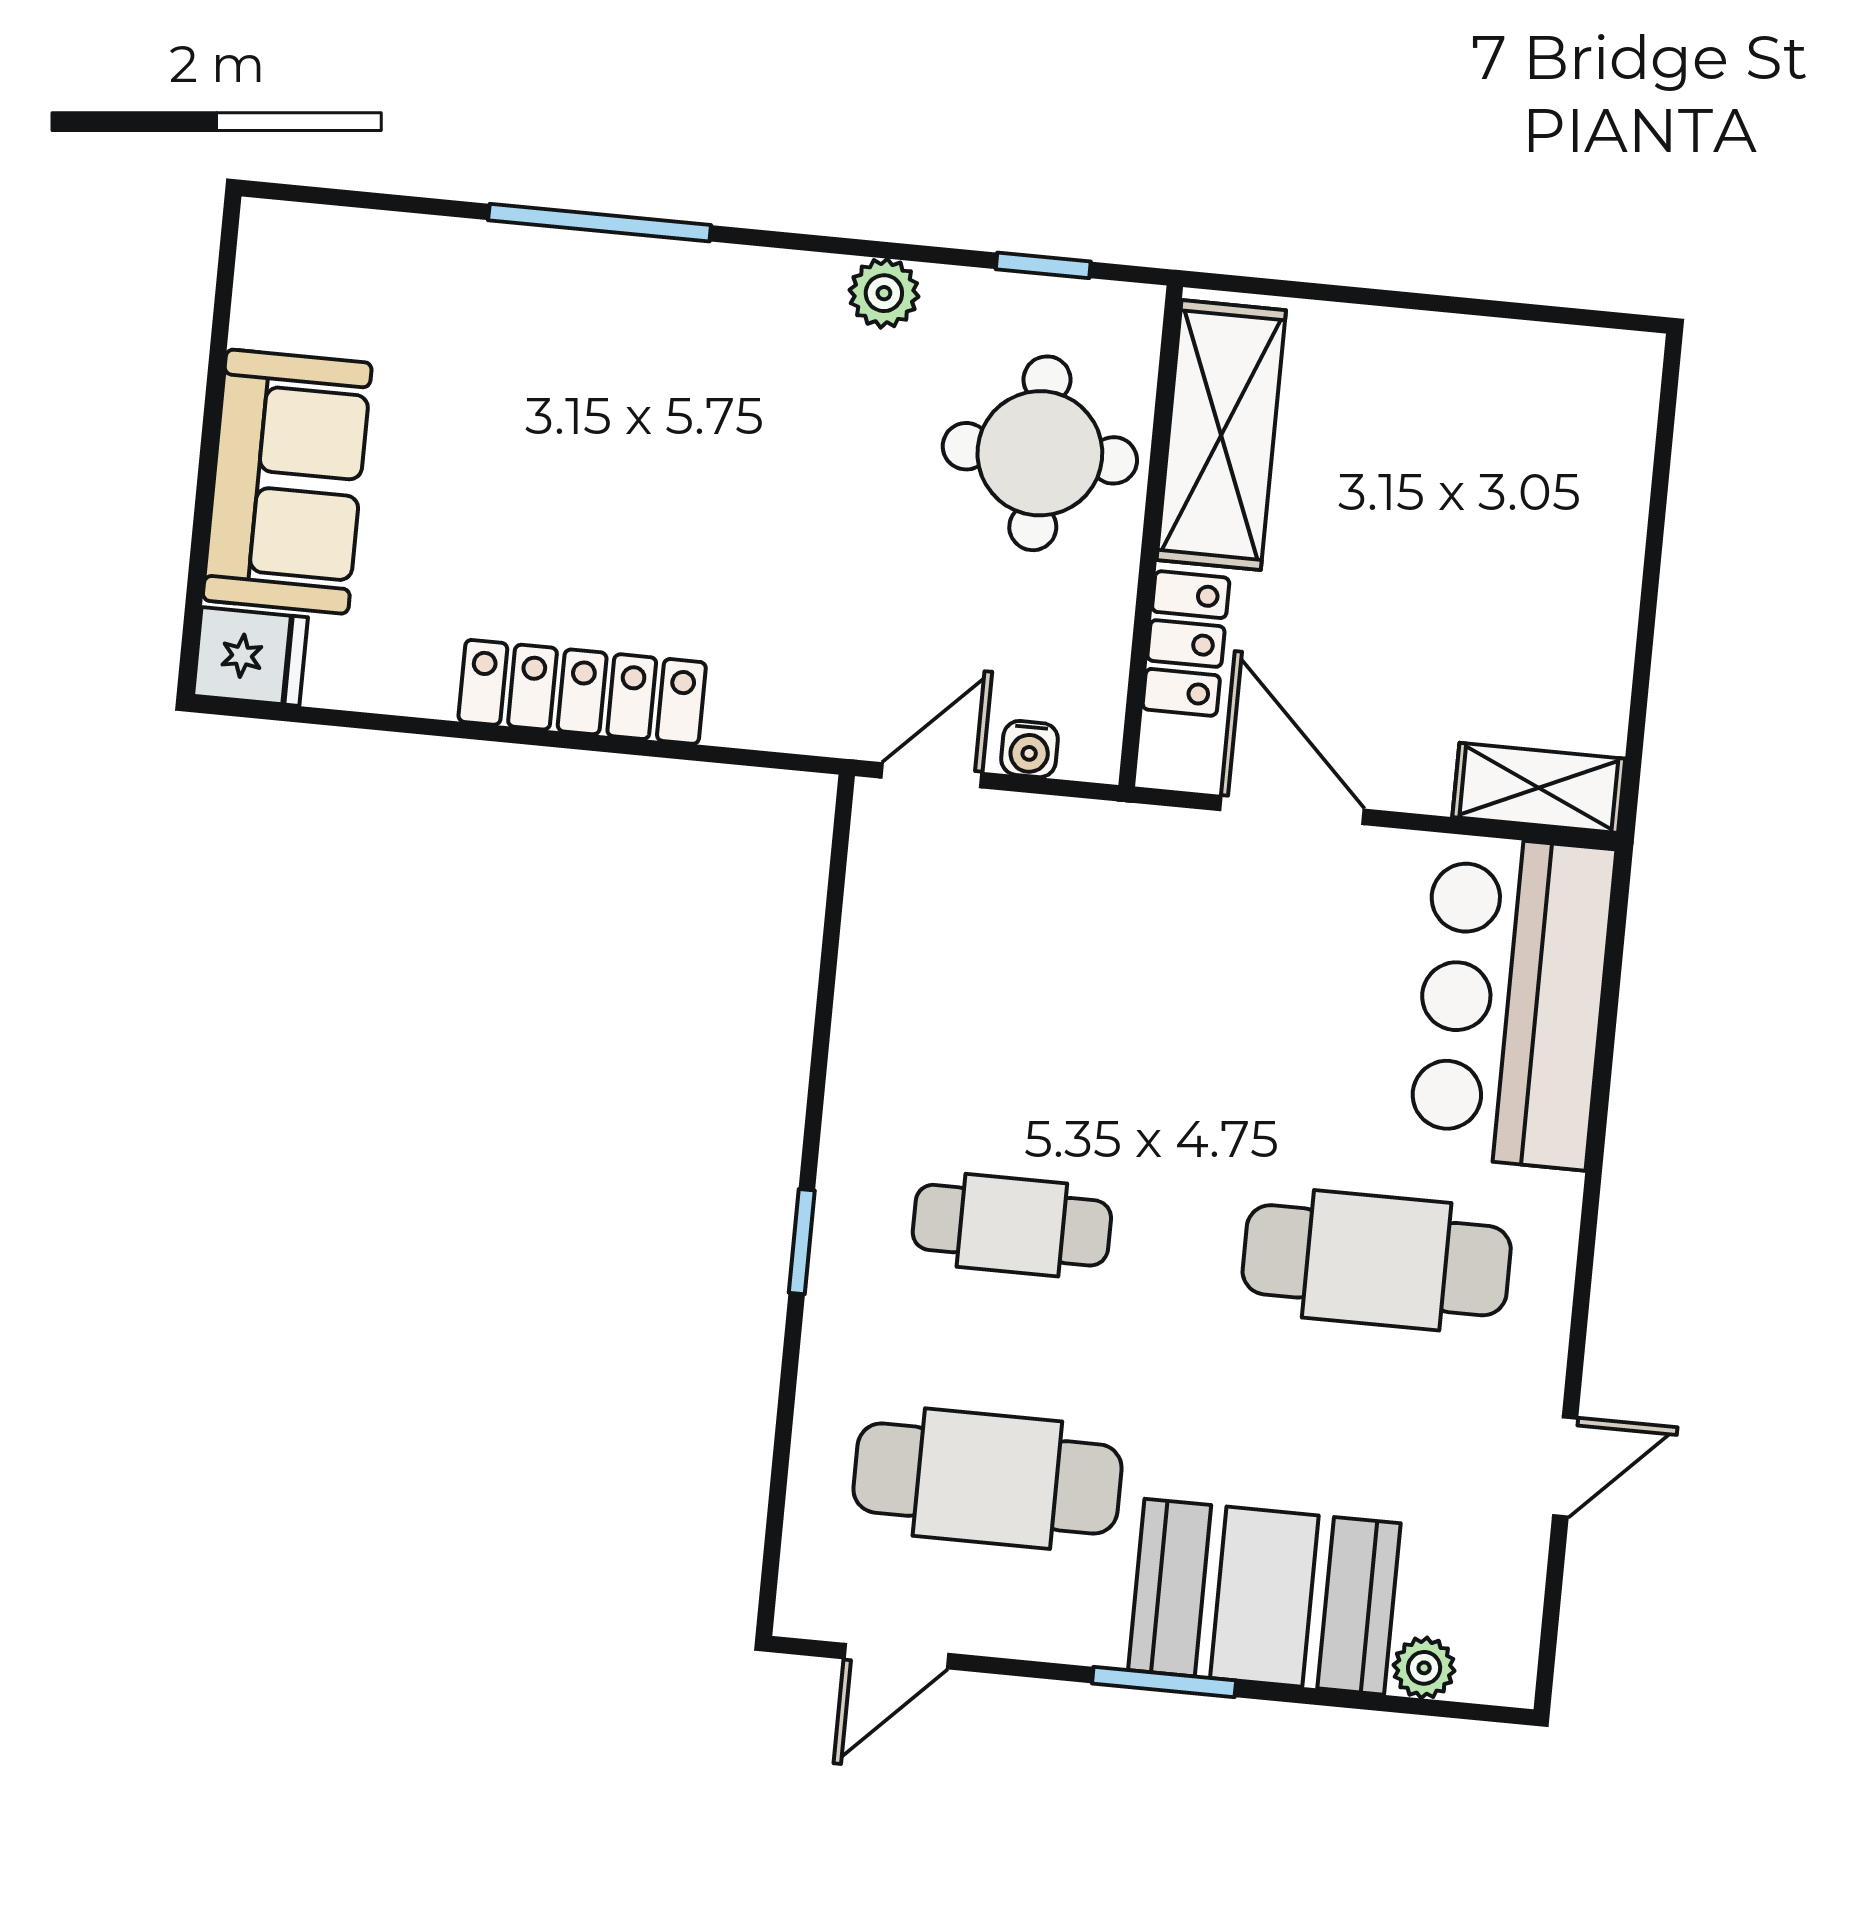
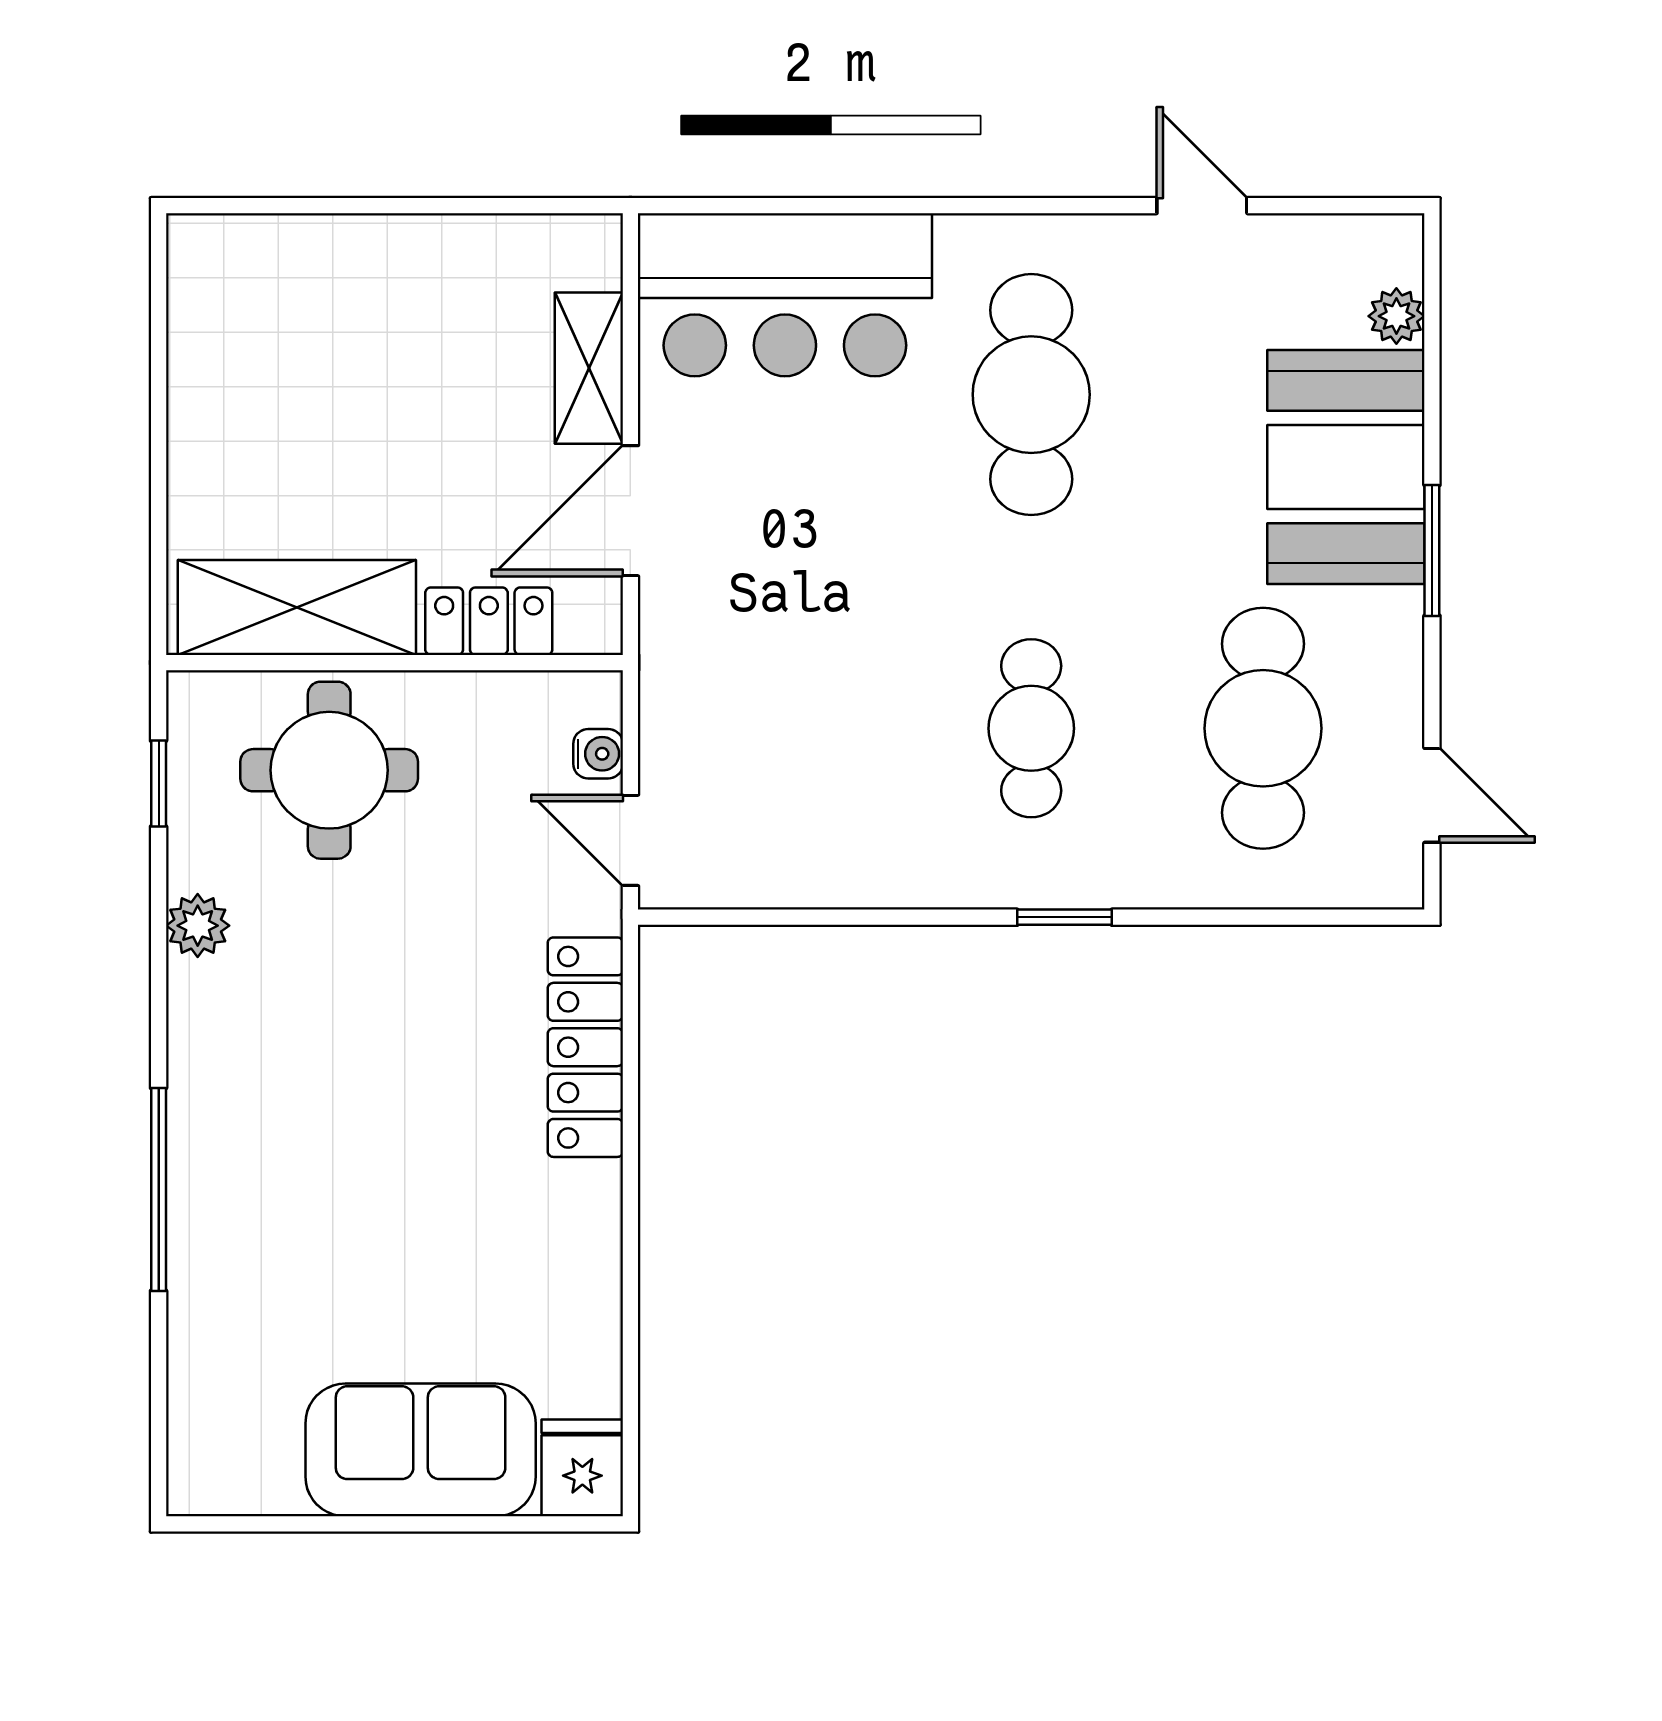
locker: (582, 692) -> (585, 1047), moved
shelving: (1539, 788) -> (589, 368), moved

